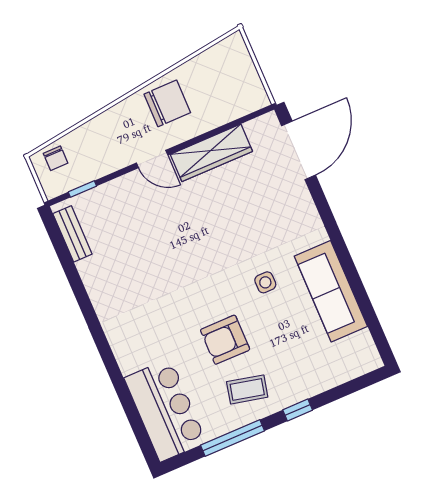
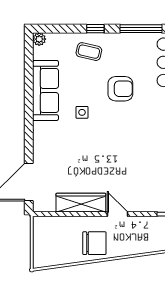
chair: (167, 103) -> (94, 243), turned 180
plant: (371, 361) -> (39, 39), added
coffee table: (247, 389) -> (89, 52), moved

